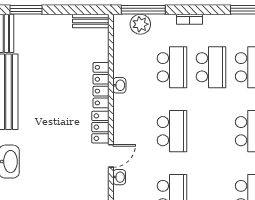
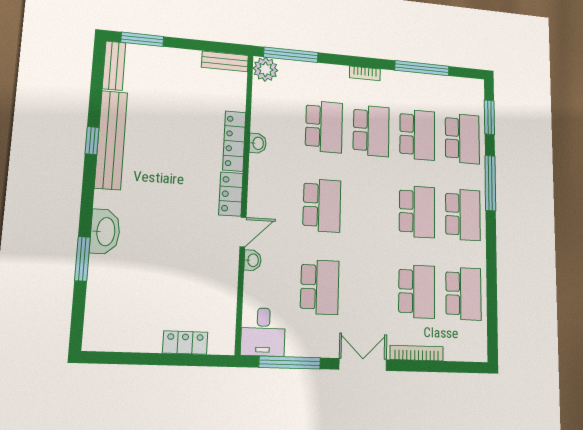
bookcase: (189, 19) -> (365, 73), moved
plant: (140, 24) -> (265, 69), moved

